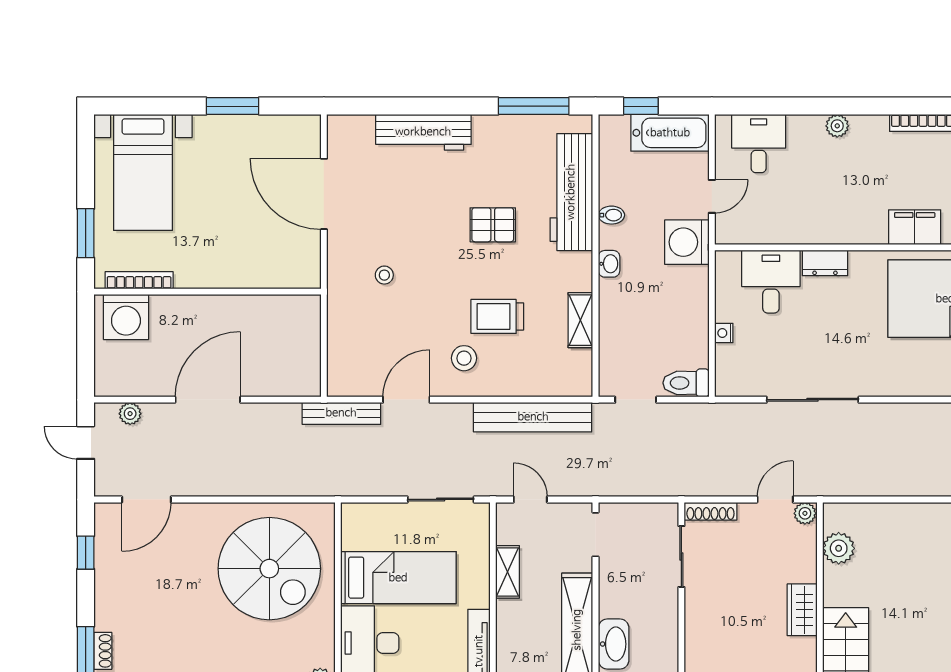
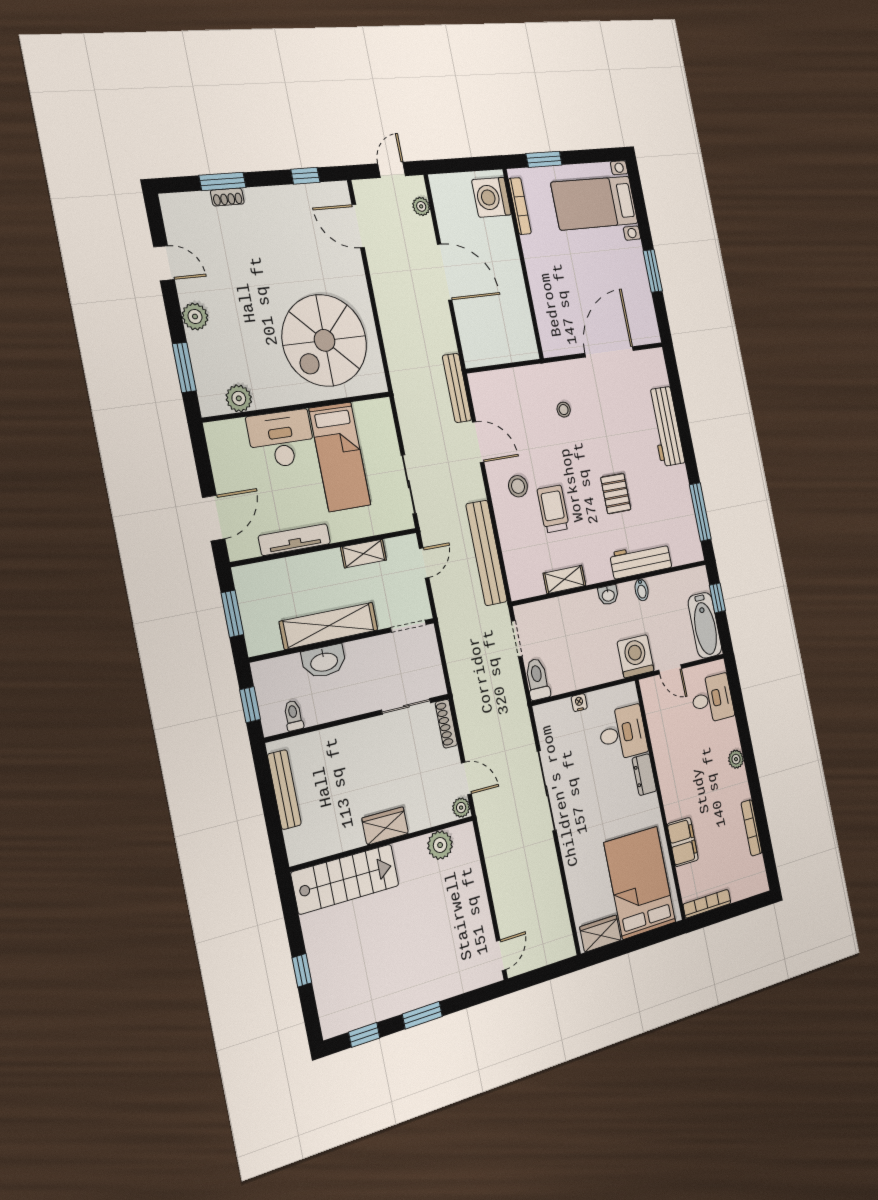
workbench: (571, 192) -> (641, 560), width x0.73, depth x0.76

